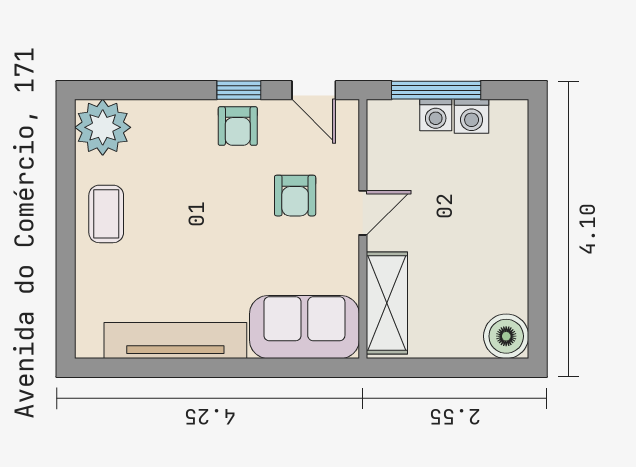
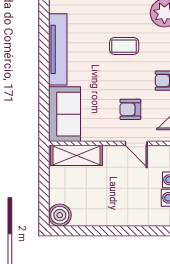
door: (363, 213) -> (136, 143), moved
coffee table: (106, 214) -> (124, 46), moved

